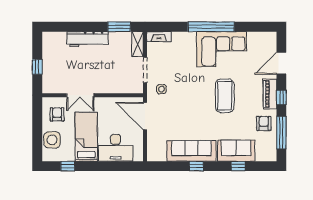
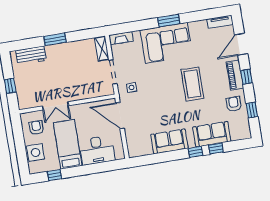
window: (119, 27) -> (55, 39), moved
window: (211, 27) -> (169, 21), width x0.47
tv unit: (264, 37) -> (220, 22), added
workbench: (87, 39) -> (31, 55), moved, width x0.73
corner sofa: (222, 49) -> (166, 43), moved
window: (281, 133) -> (252, 110), width x0.46
sofa: (191, 151) -> (169, 141), width x0.73
window: (196, 166) -> (195, 152), moved

